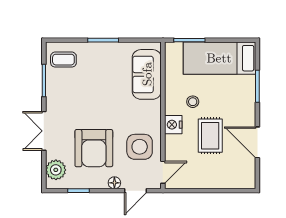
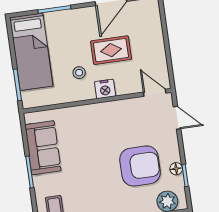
sofa: (147, 74) -> (43, 148), moved, turned -90
side table: (140, 147) -> (132, 120), removed
floor lamp: (114, 183) -> (176, 169), moved

